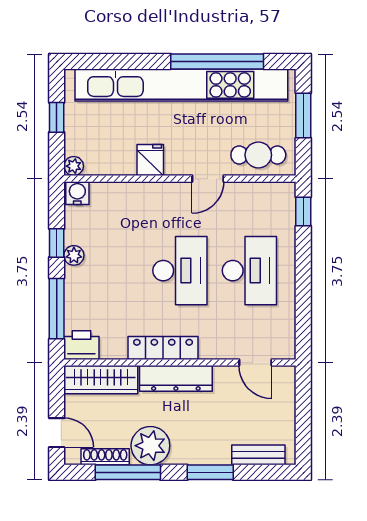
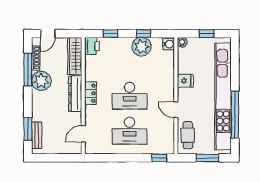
plant: (74, 255) -> (142, 47), width x1.88, depth x1.88
window: (57, 309) -> (110, 34), width x0.46
locker: (163, 348) -> (91, 93), width x0.66
window: (210, 472) -> (28, 129), moved

